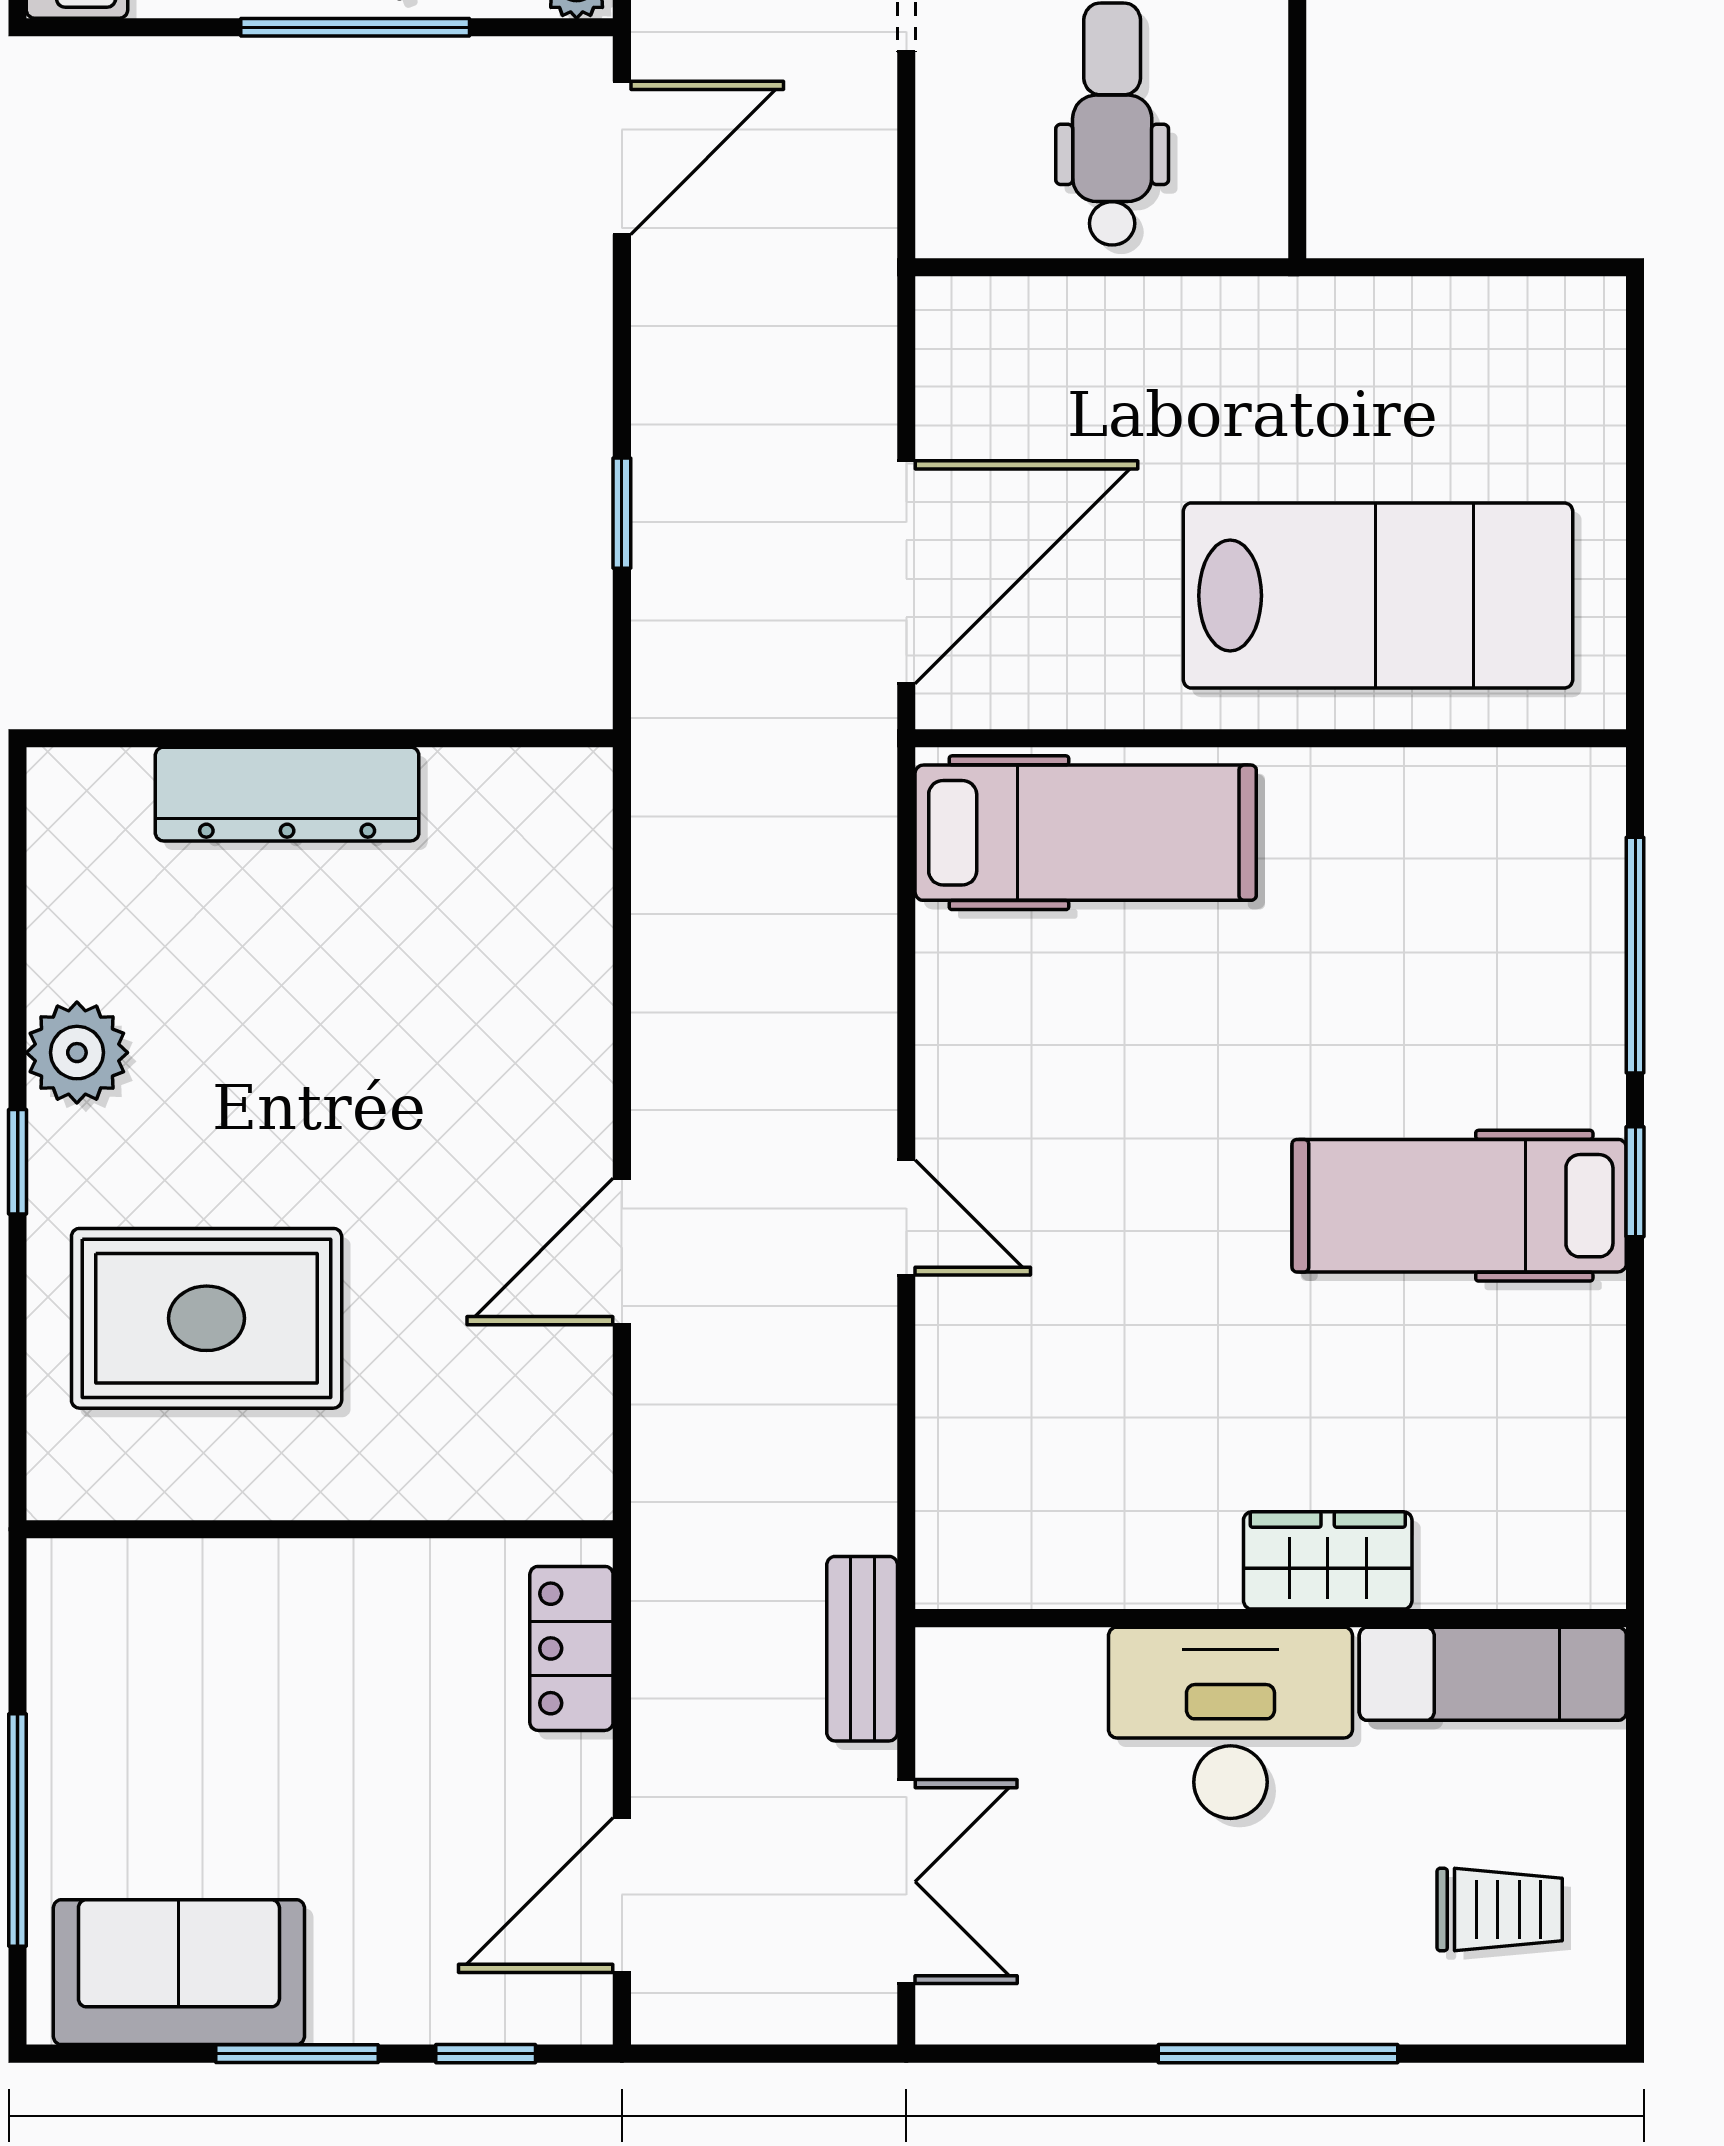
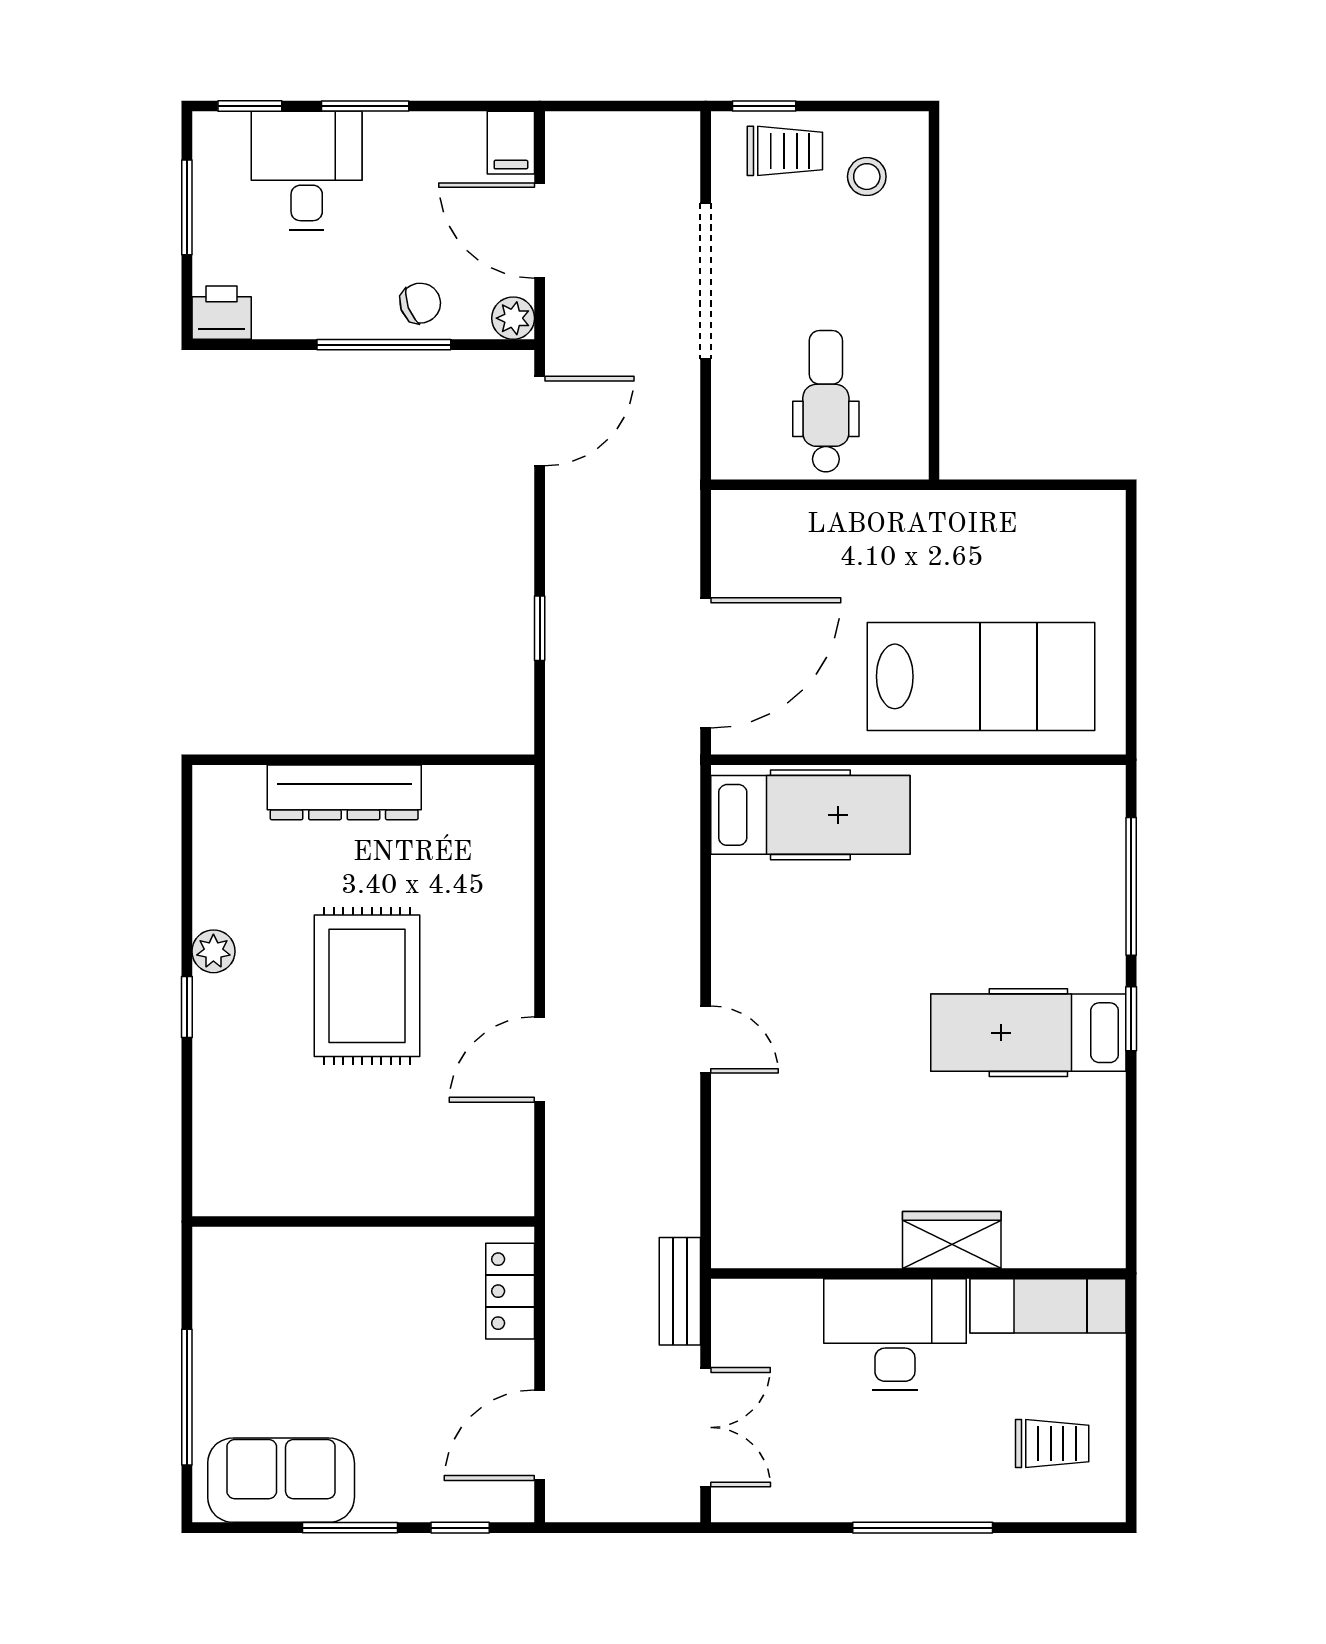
plant: (77, 1053) -> (213, 951), width x0.73, depth x0.73
rug: (207, 1318) -> (367, 986), moved, turned 90

